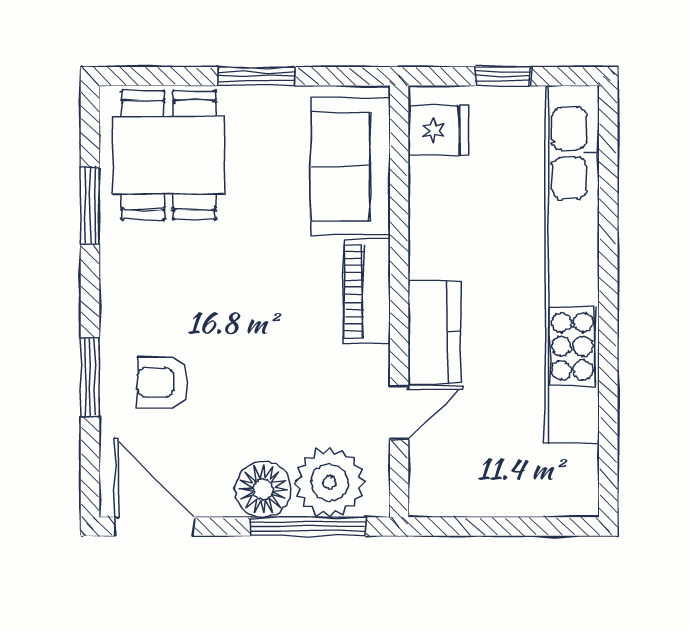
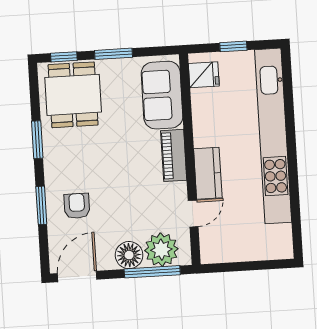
window: (155, 76) -> (64, 57), added
window: (90, 206) -> (37, 140), moved
armchair: (163, 382) -> (77, 206), turned 90
door: (154, 526) -> (77, 276), hinge flipped

